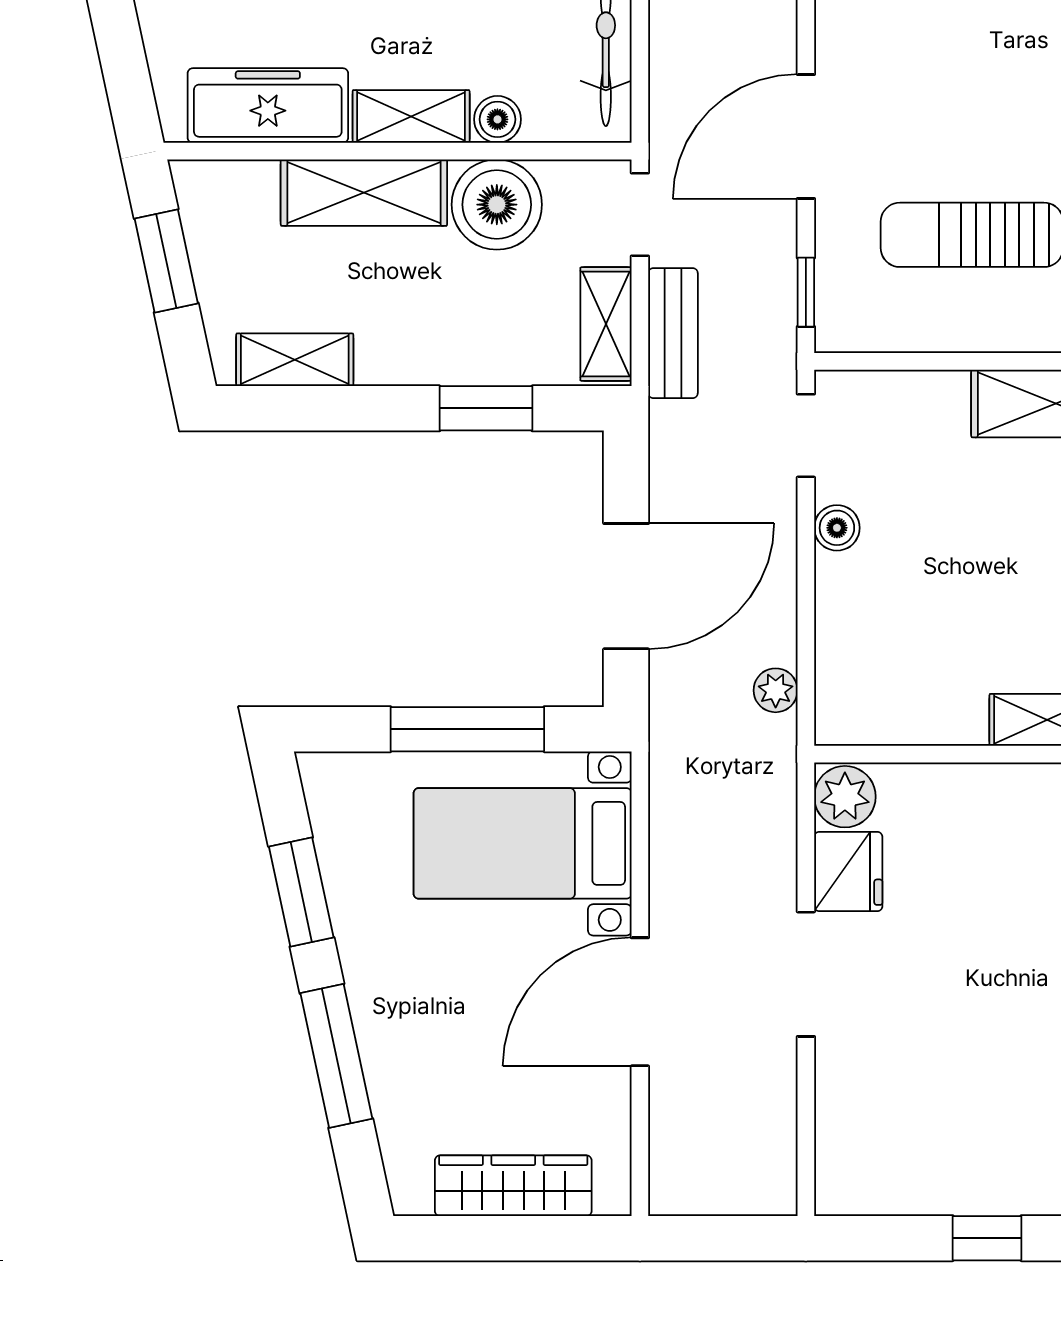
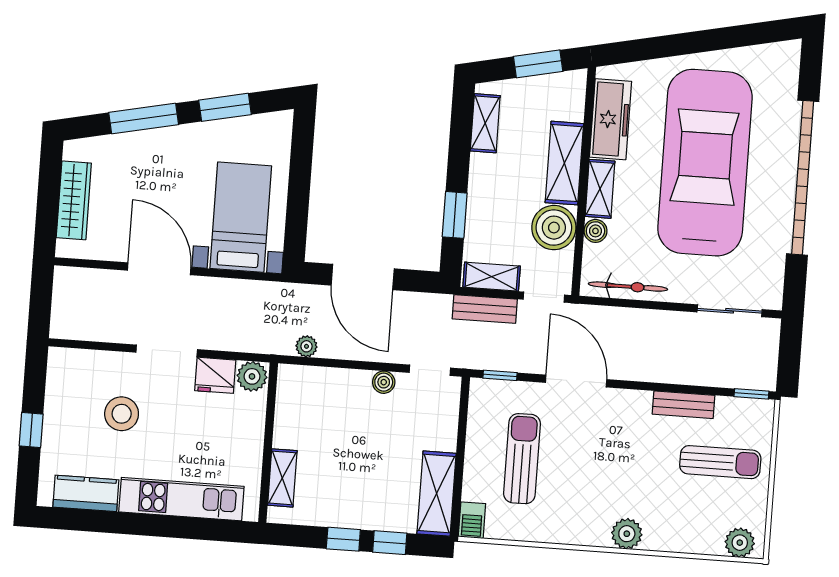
window: (467, 729) -> (299, 194), removed
stool: (940, 1057) -> (122, 414), added

